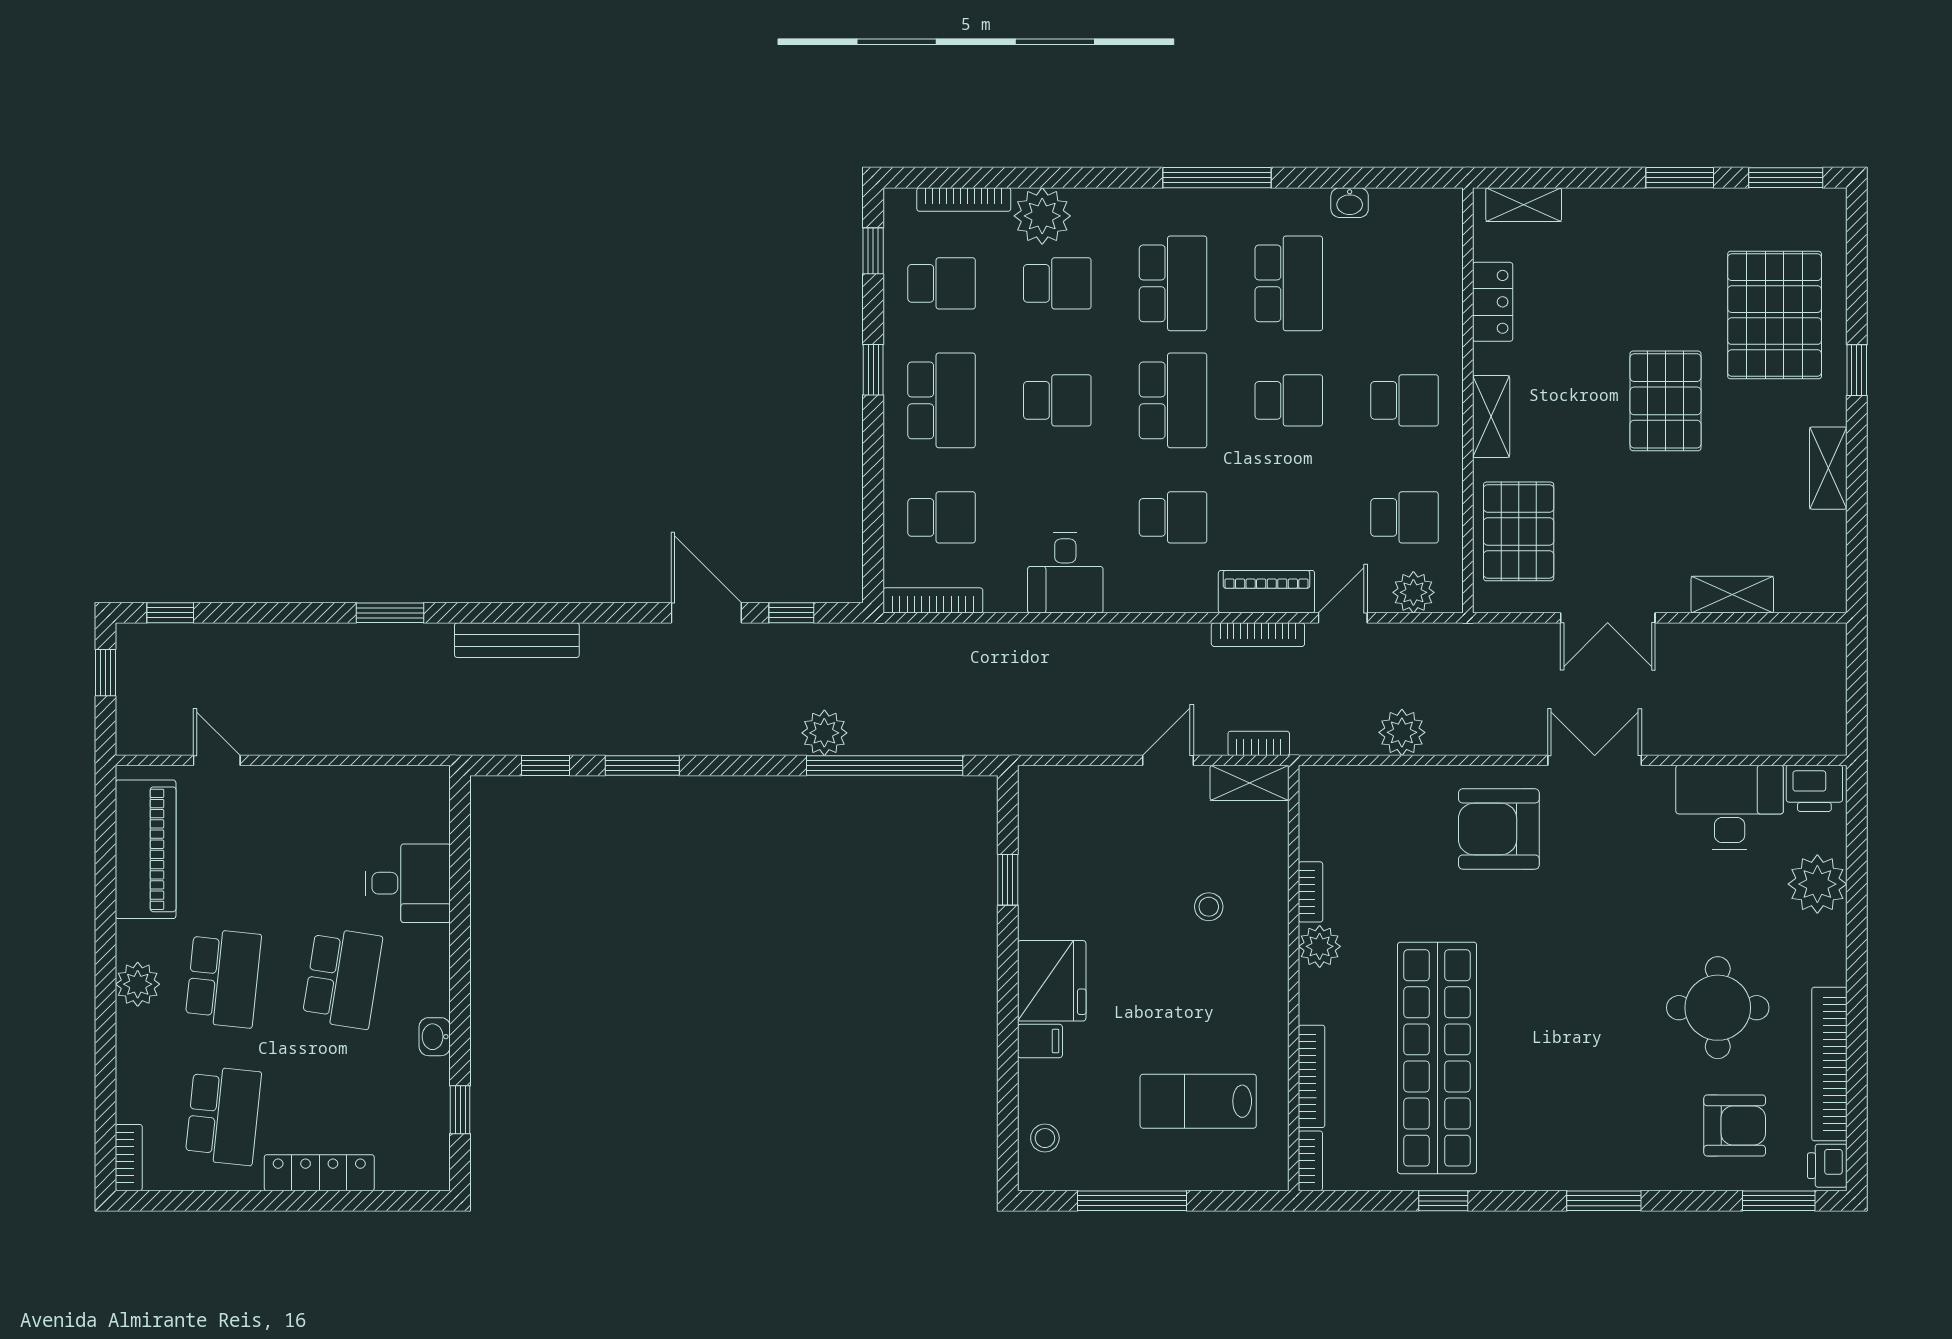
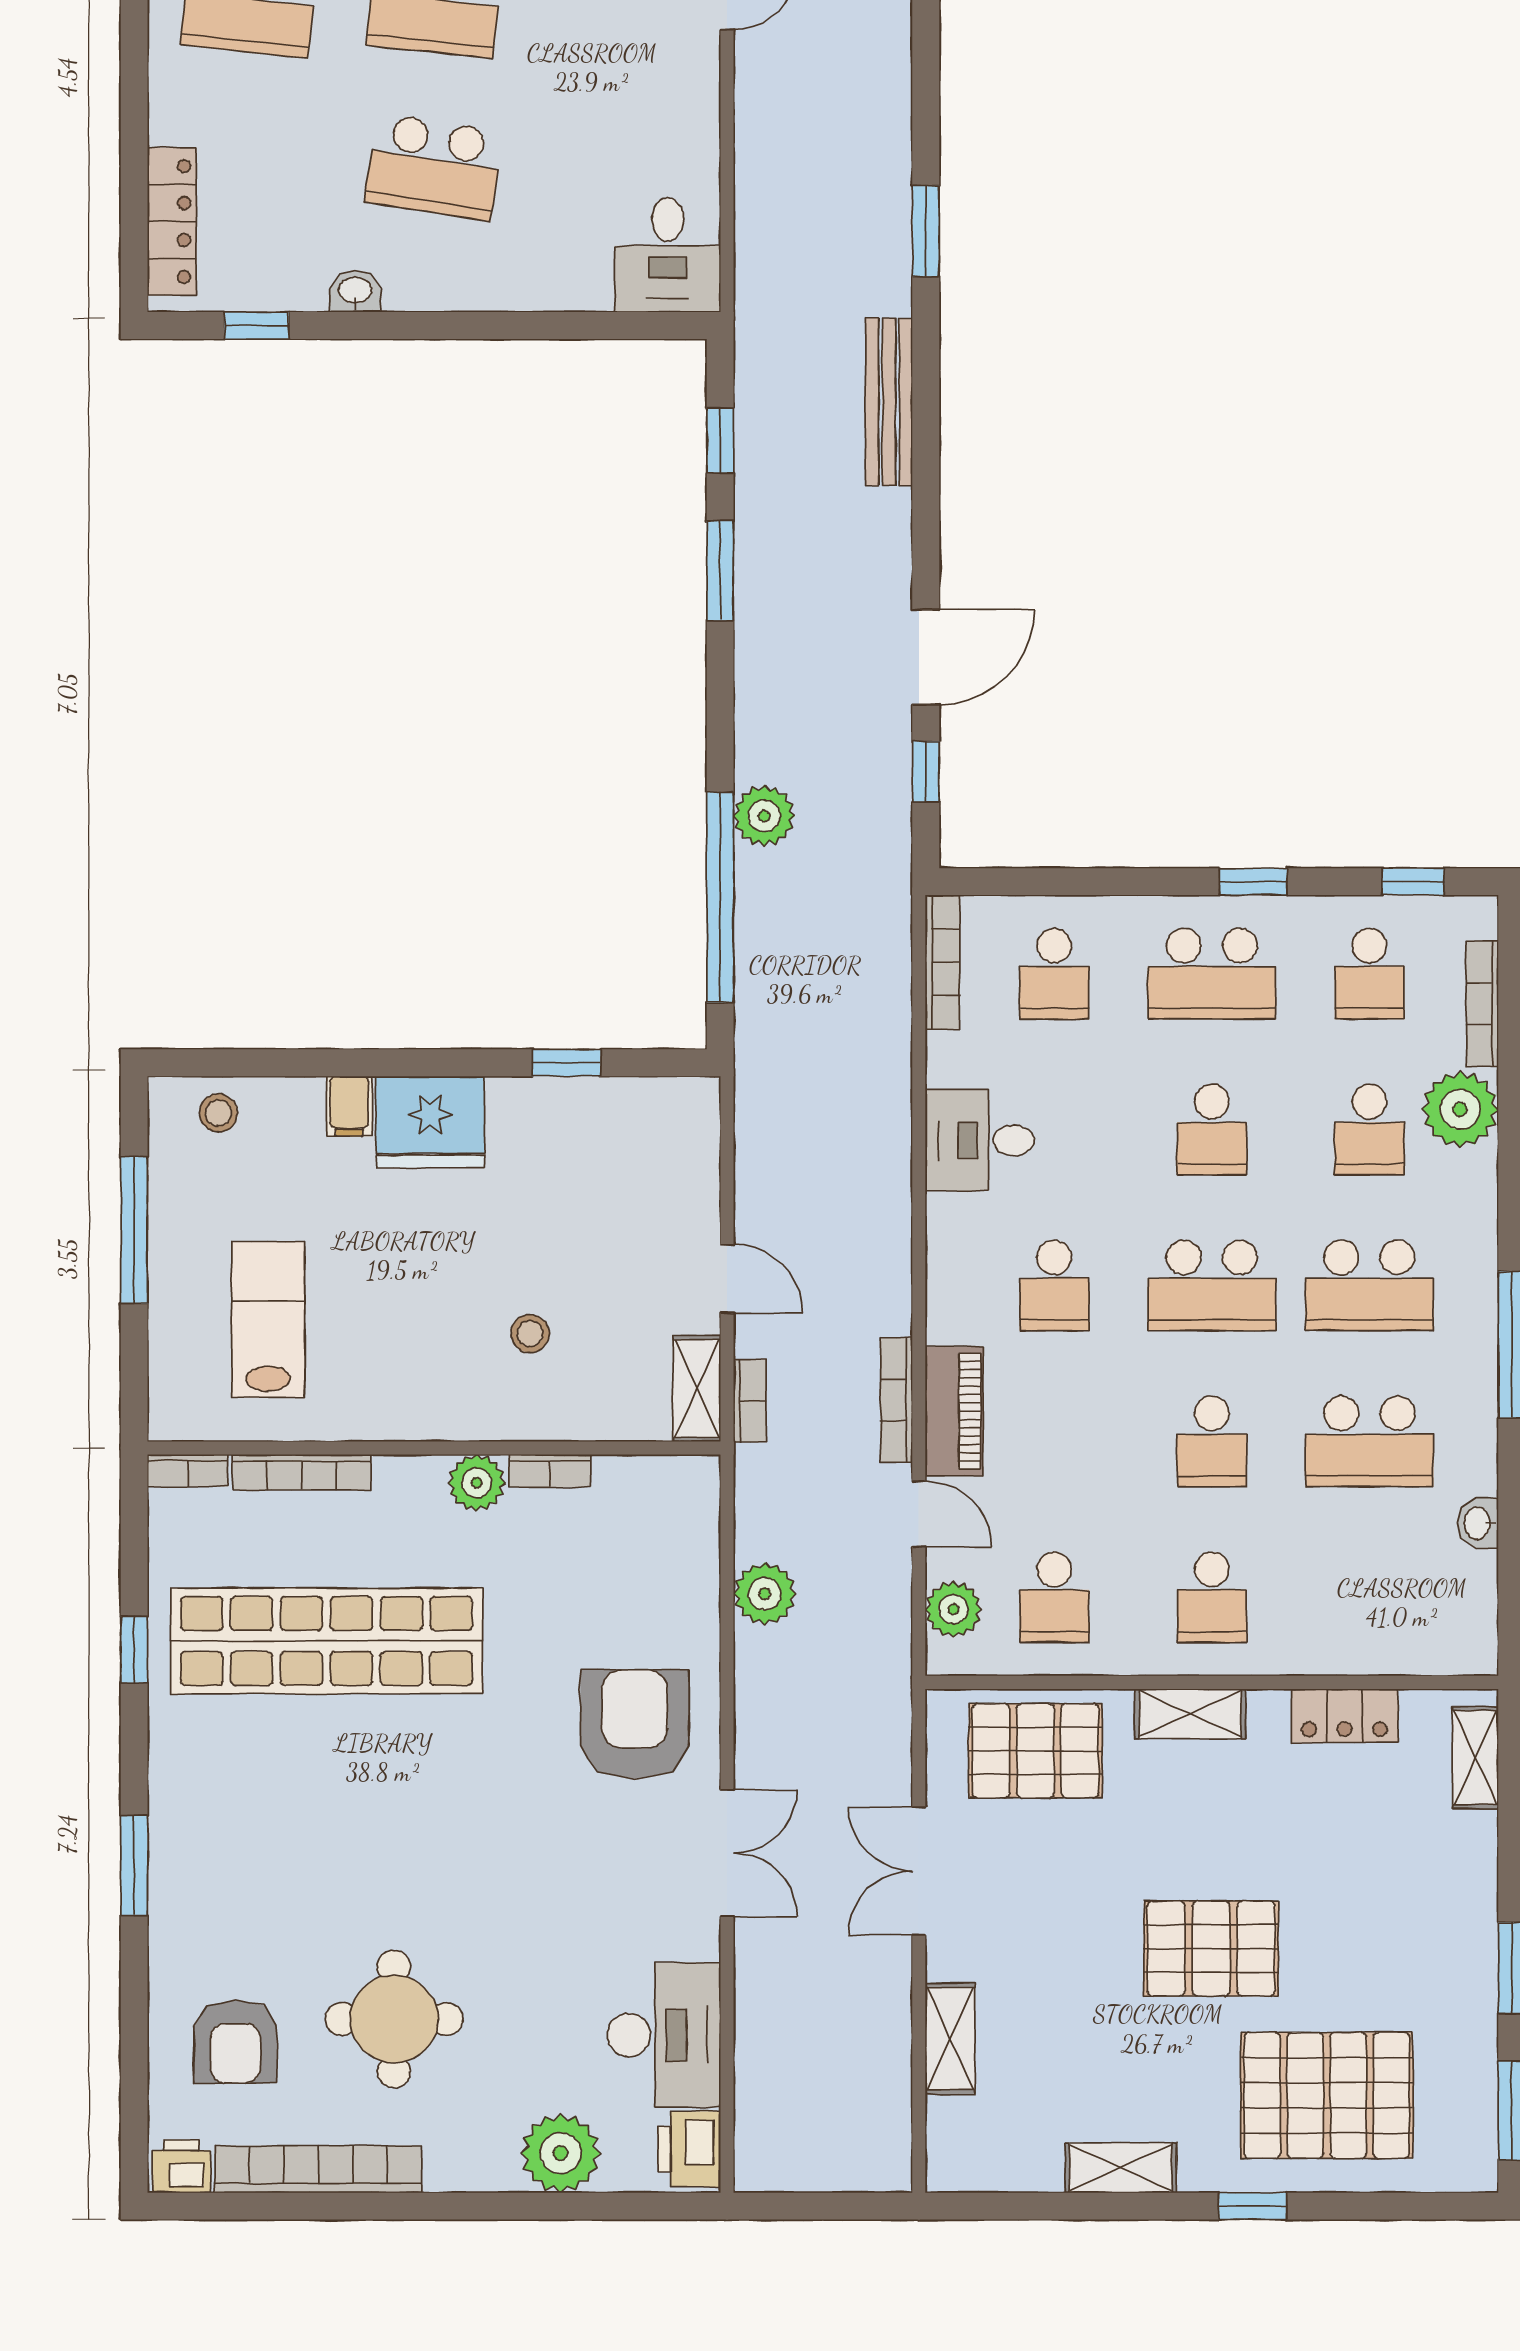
desk: (408, 883) -> (668, 255), moved
locker: (319, 1173) -> (172, 222), moved
window: (1779, 1201) -> (134, 2101), removed

